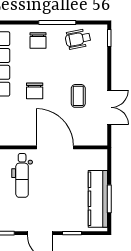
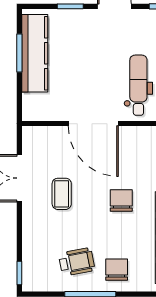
wheelchair: (78, 39) -> (77, 262), moved

